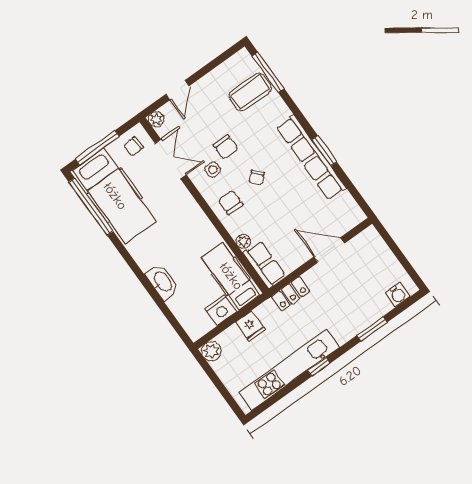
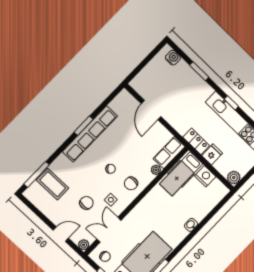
chair: (226, 147) -> (86, 203), moved
washbasin: (162, 282) -> (191, 225), width x0.52, depth x0.69
locker: (291, 294) -> (196, 141), moved

